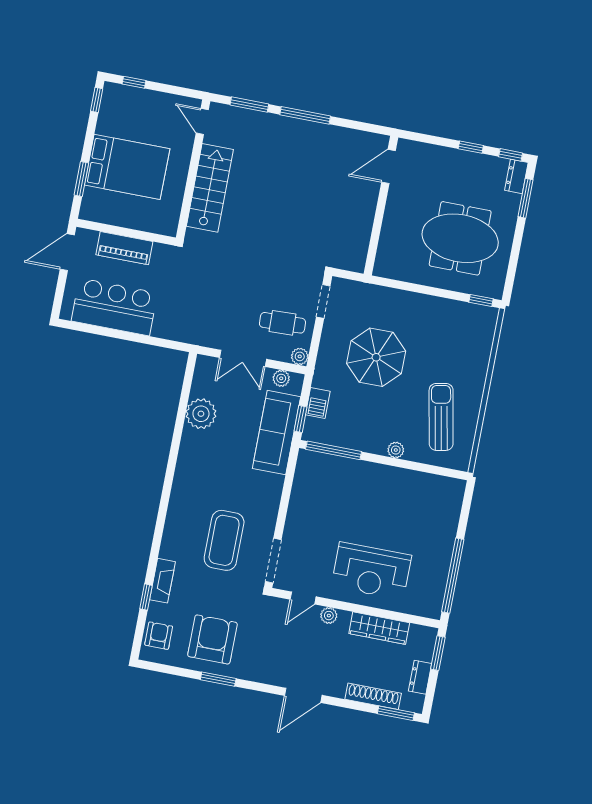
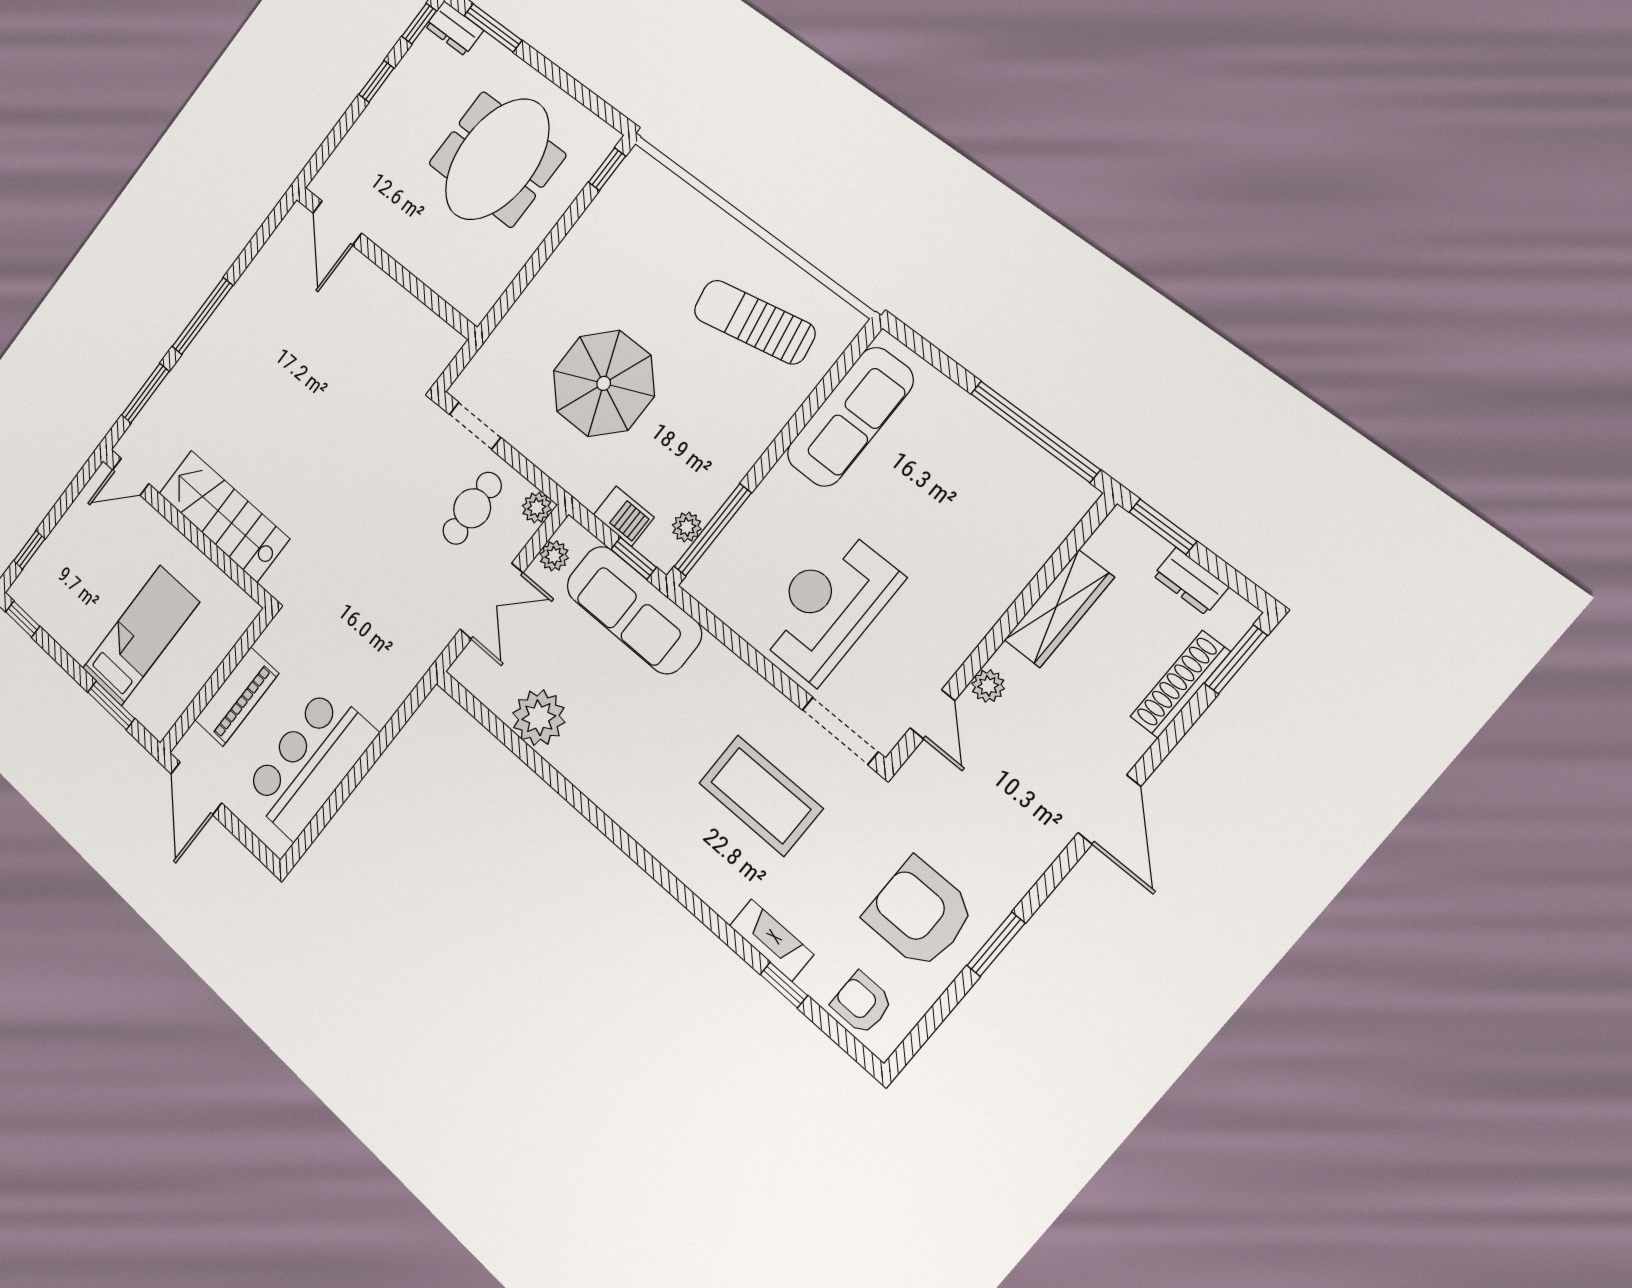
bed: (127, 167) -> (141, 635), width x0.67
plant: (396, 450) -> (687, 527), moved
sofa: (418, 487) -> (850, 417), added
reception desk: (371, 571) -> (828, 606), moved, turned 180

